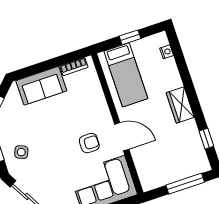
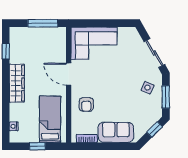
wardrobe: (180, 105) -> (17, 83), width x1.50
armchair: (89, 143) -> (86, 104), moved, turned -90
window: (185, 184) -> (43, 23), moved

